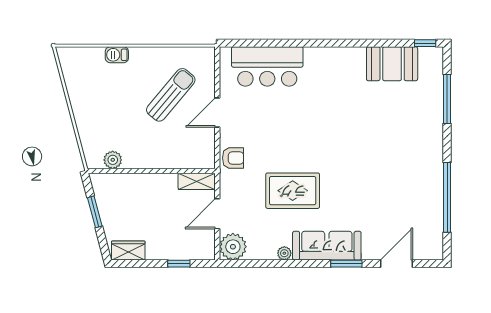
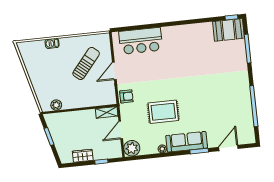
booth: (392, 64) -> (229, 30), moved
wardrobe: (128, 250) -> (83, 156), moved

